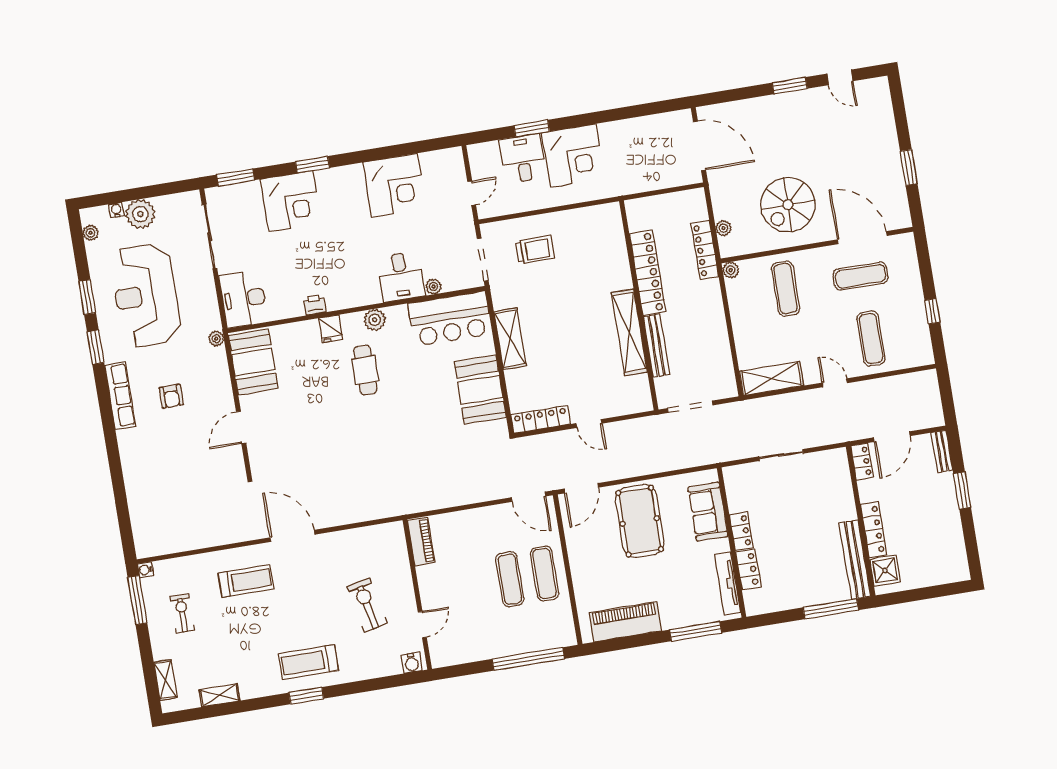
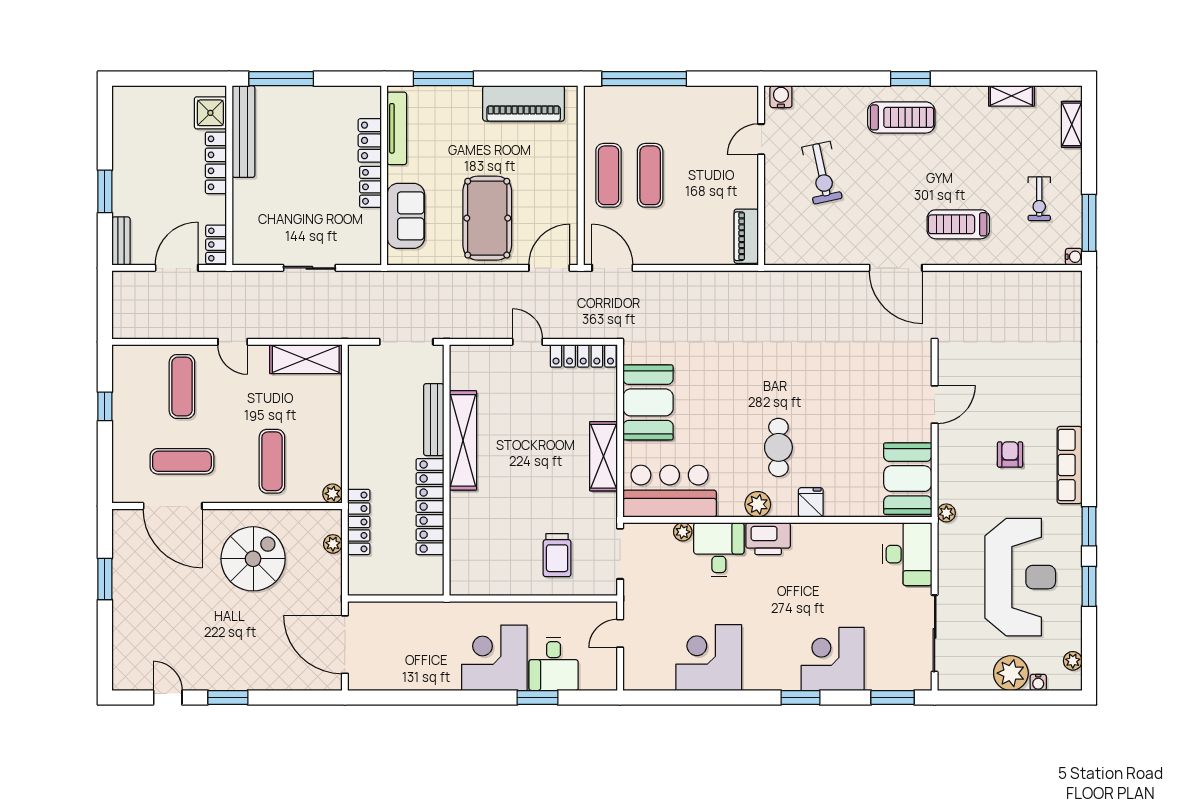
trolley: (535, 250) -> (557, 555), turned -90
printer: (315, 305) -> (768, 539), moved, width x1.87, depth x1.48

